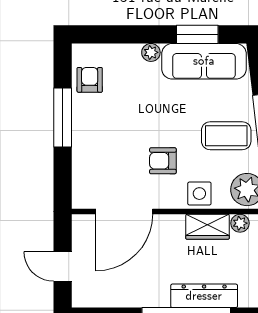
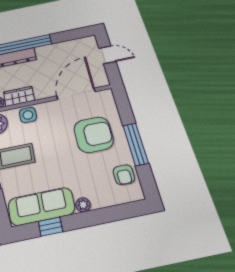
window: (197, 34) -> (50, 227), width x0.67
armchair: (163, 161) -> (94, 135), moved, width x1.88, depth x1.88

